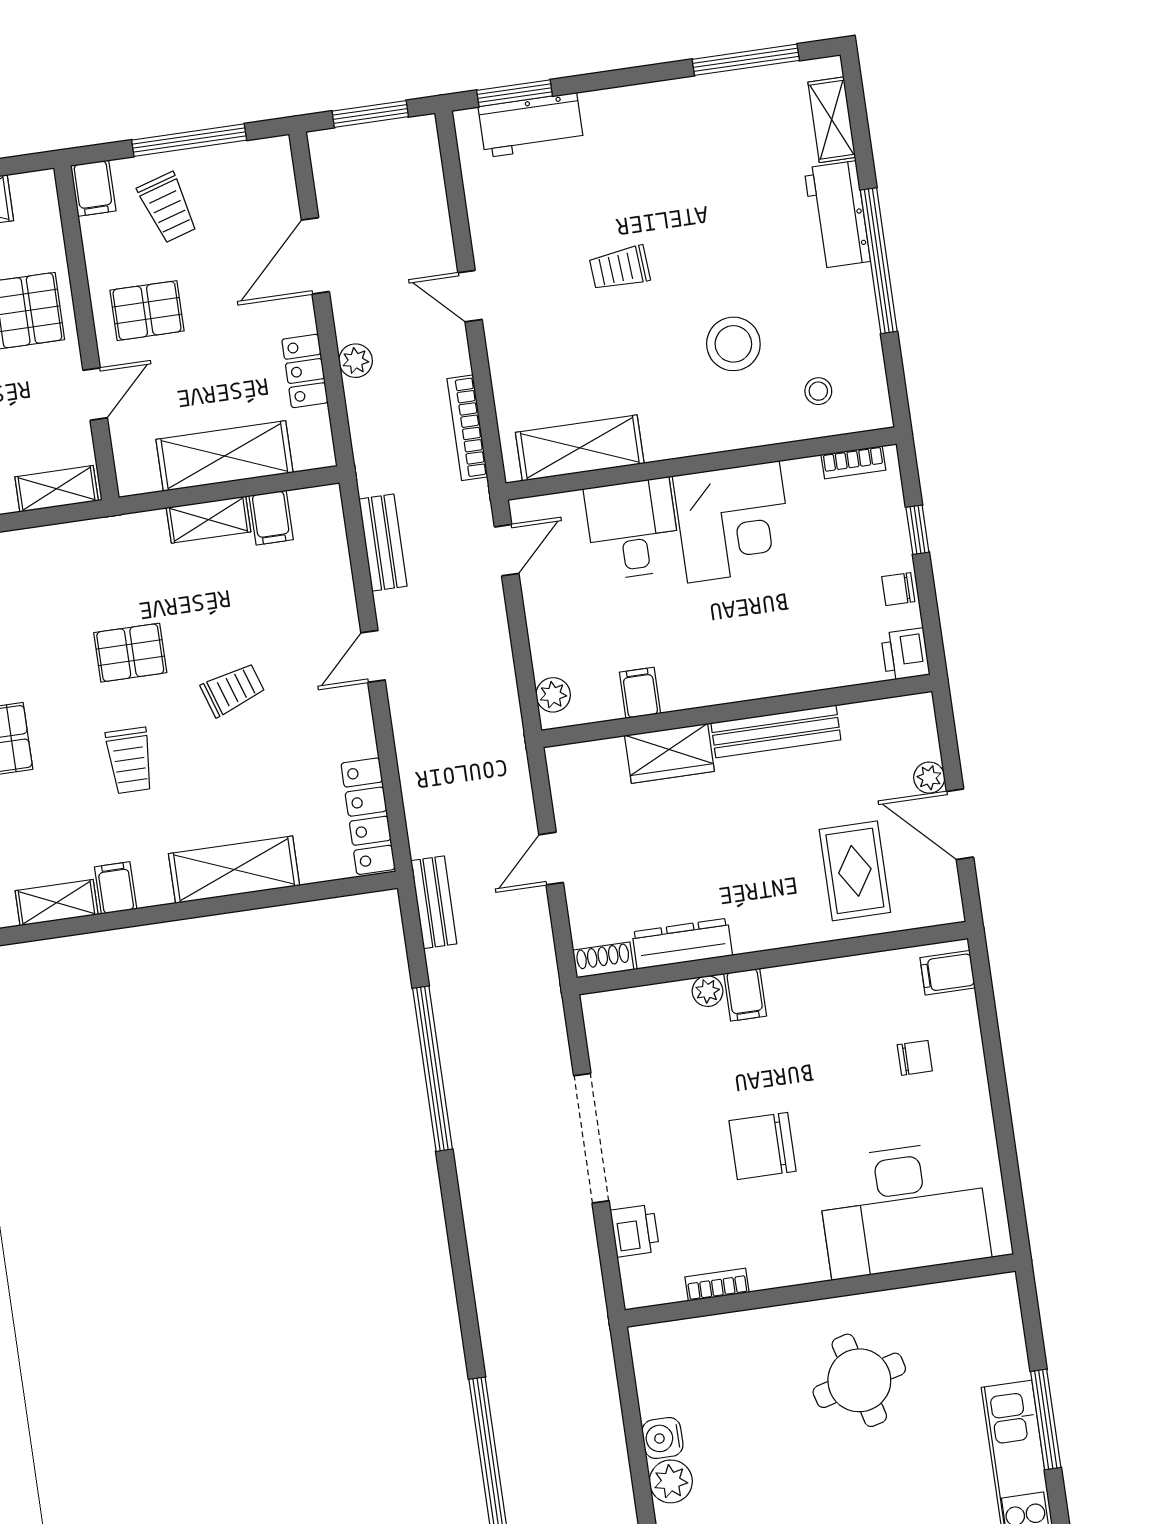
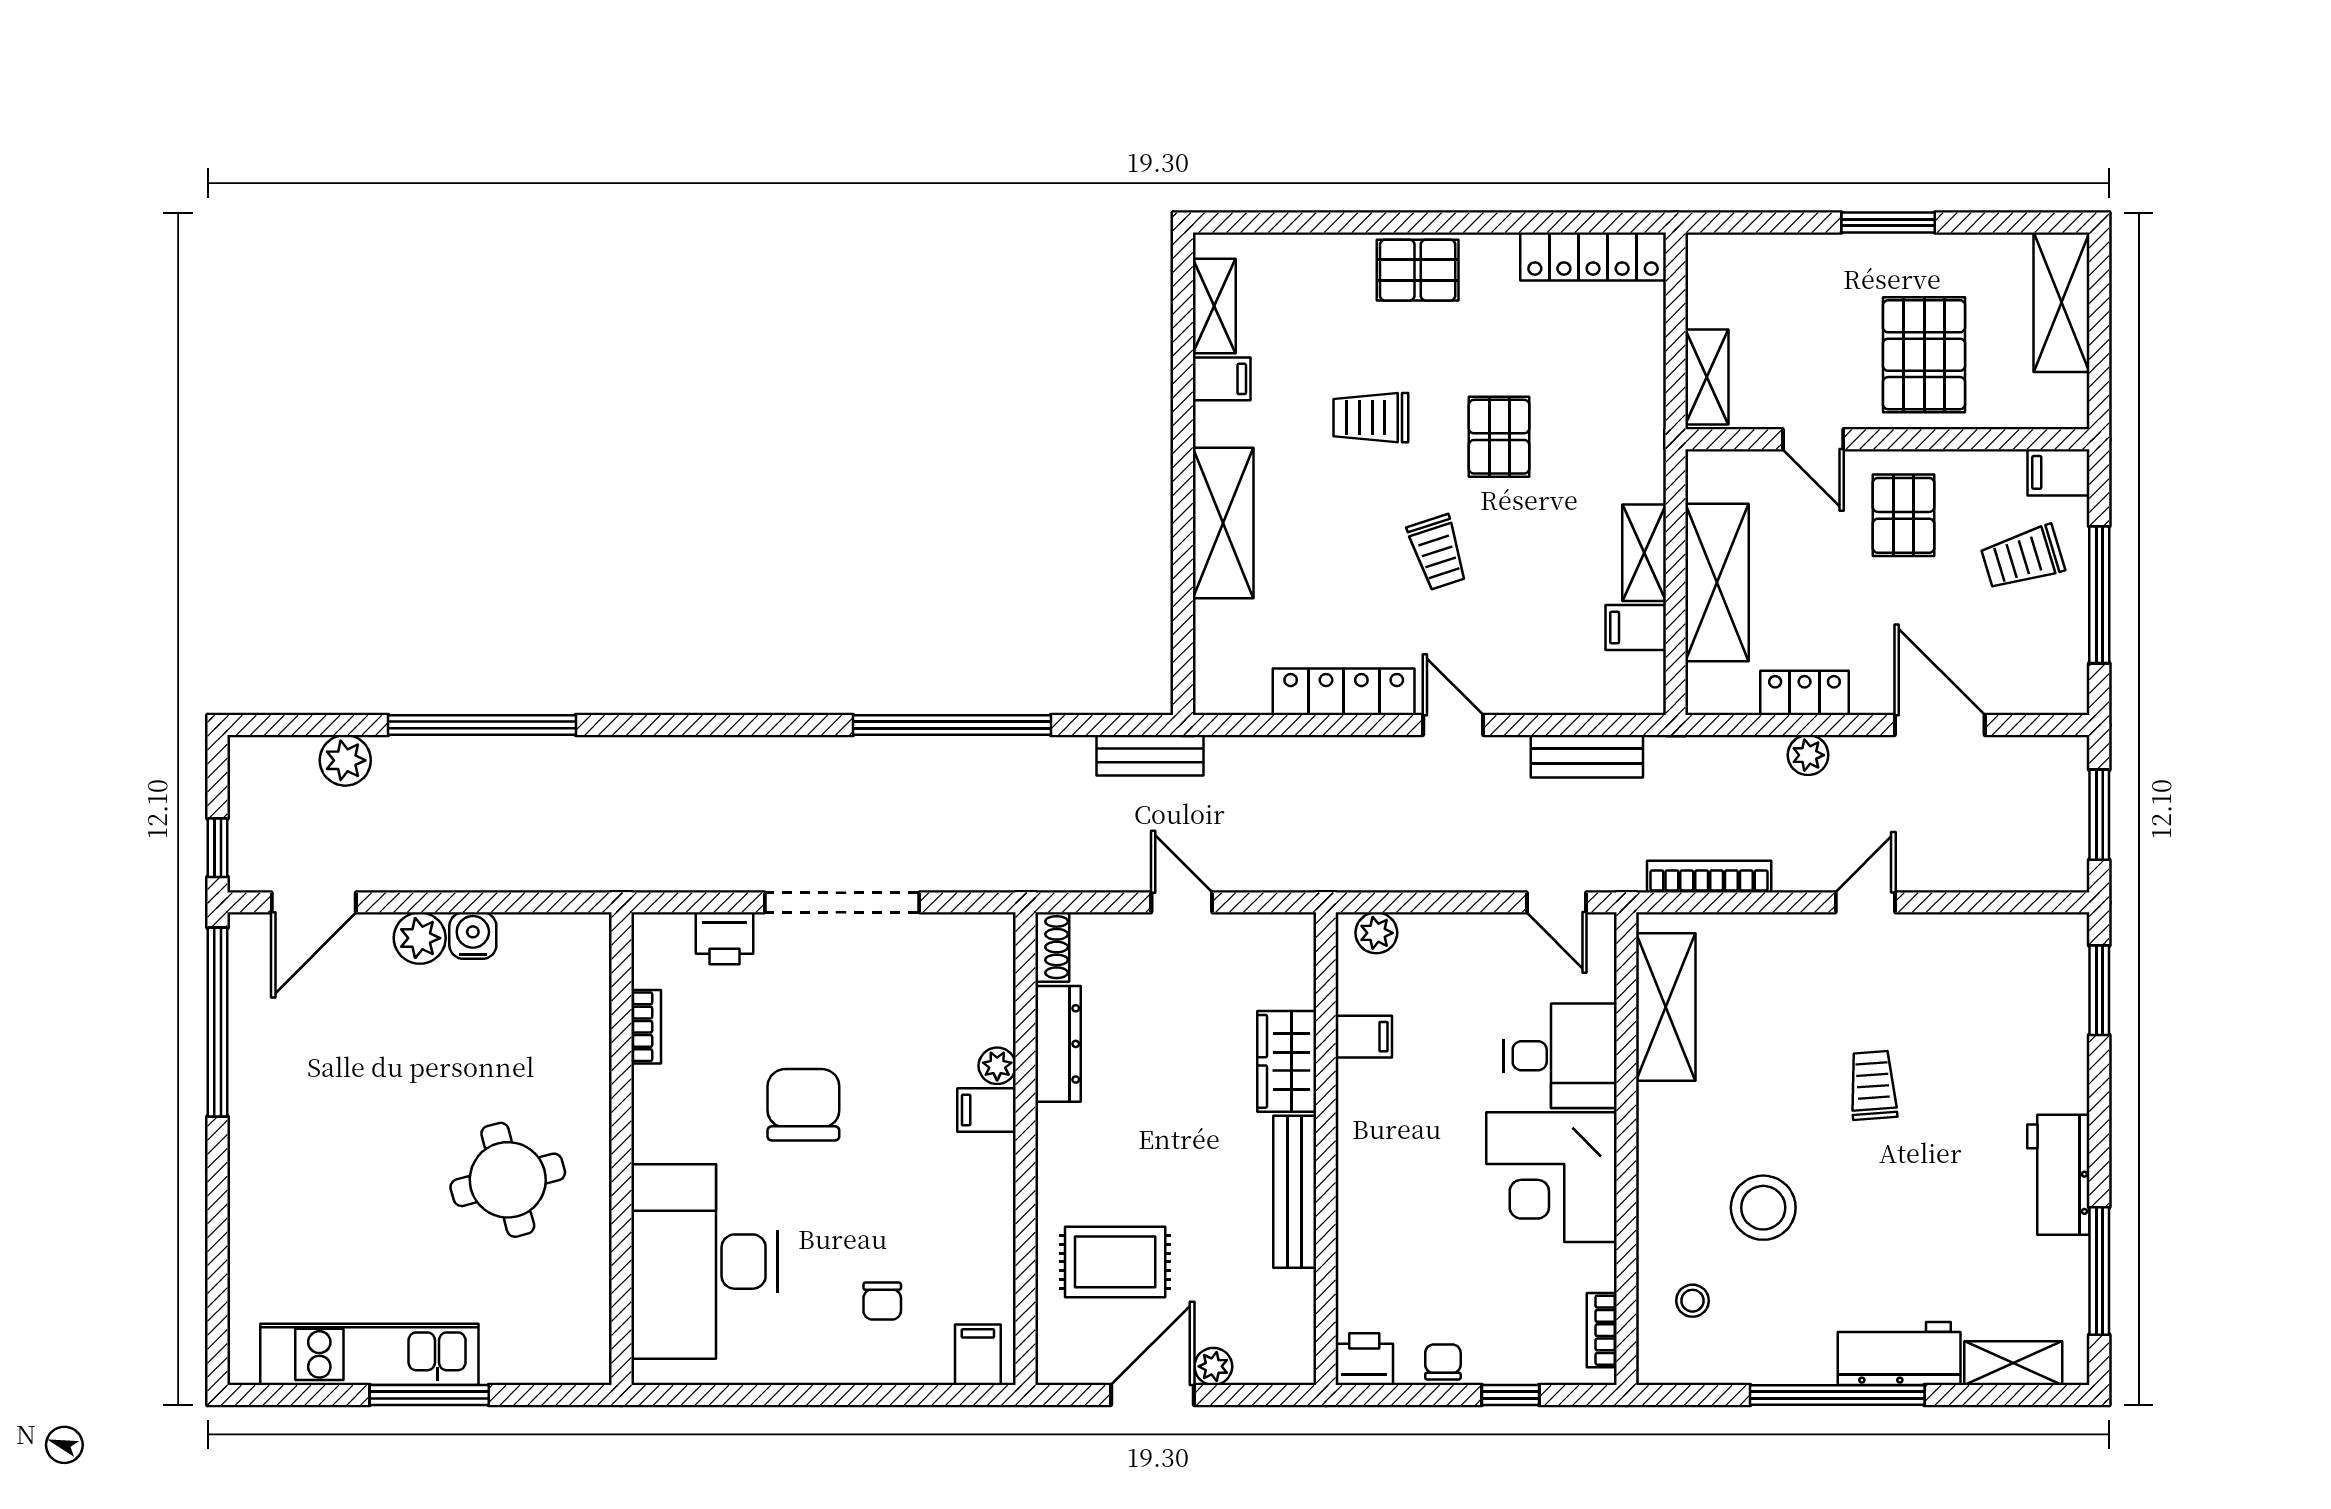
workbench: (531, 125) -> (2058, 1175), moved
locker: (368, 816) -> (1344, 692), moved

